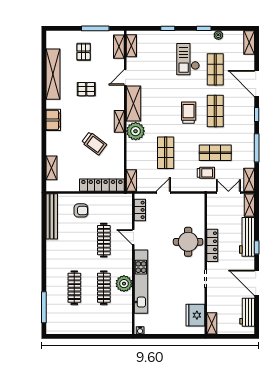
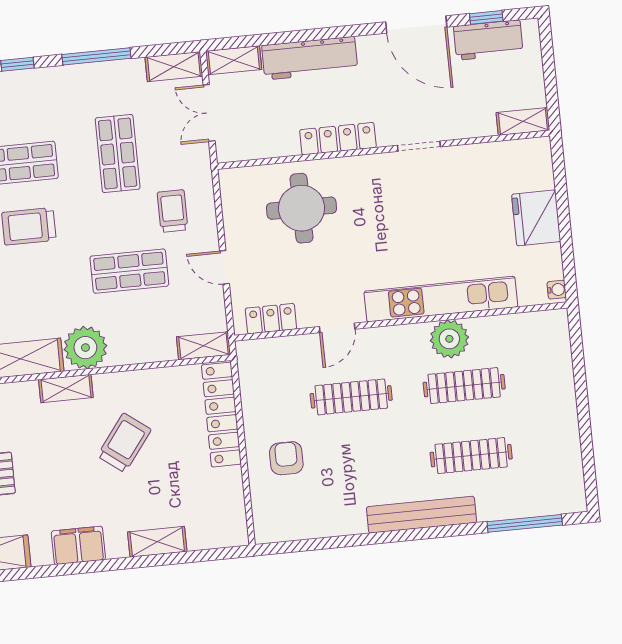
shelving: (51, 168) -> (157, 542), moved
trolley: (206, 173) -> (172, 211), moved
bench: (52, 216) -> (421, 515), moved
round table: (188, 242) -> (302, 208), moved
window: (257, 247) -> (486, 17), moved
door: (257, 283) -> (416, 24), hinge flipped
fridge: (195, 315) -> (536, 218), moved, turned 90

